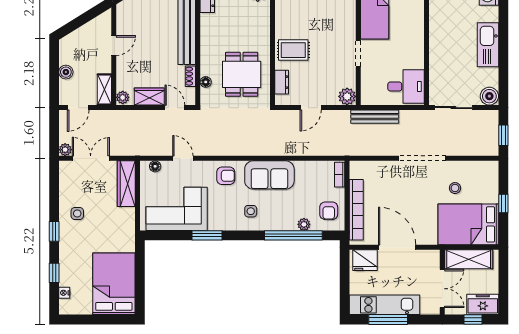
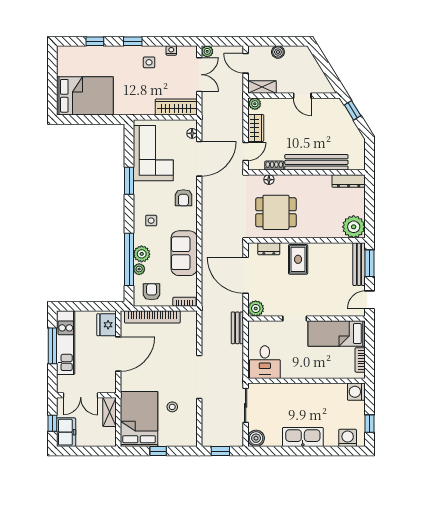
door: (311, 108) -> (246, 275), width x1.88
bench: (375, 117) -> (237, 328), width x0.73
door: (183, 158) -> (199, 159), width x1.87
sofa: (269, 175) -> (184, 253), moved
armchair: (329, 211) -> (152, 292), turned 90
plant: (287, 222) -> (142, 254), added
shelving: (469, 259) -> (110, 412), width x0.67, depth x0.75
nightstand: (64, 293) -> (171, 51), moved

